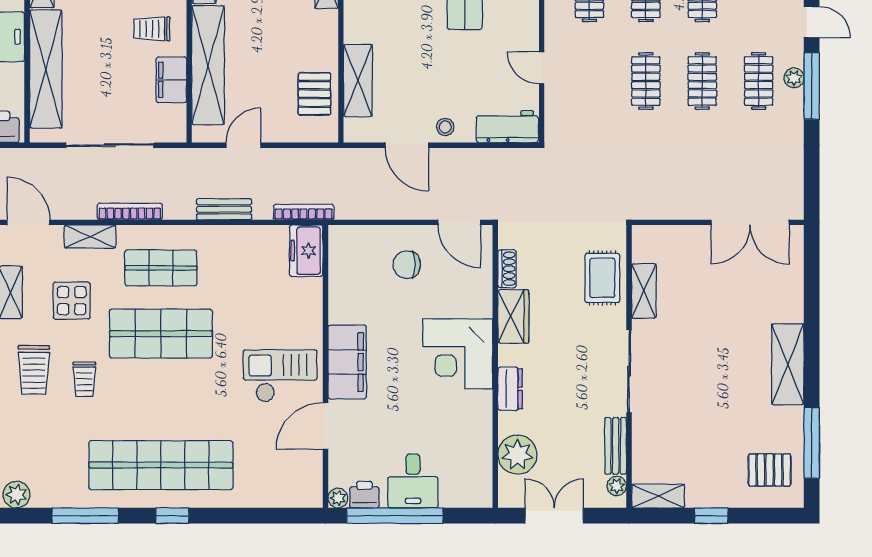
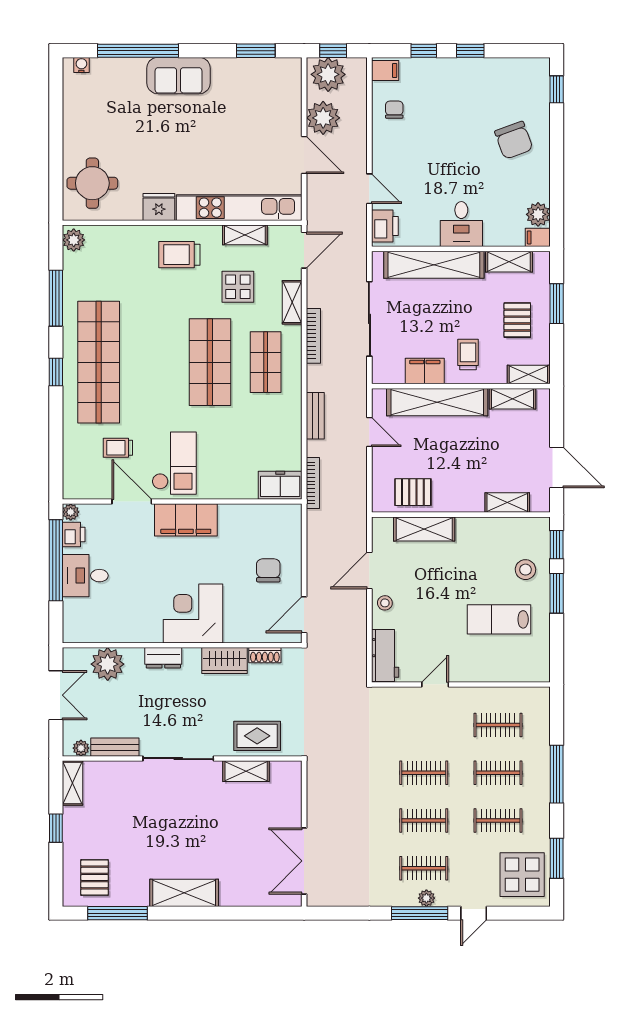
trolley: (84, 379) -> (118, 448), moved

